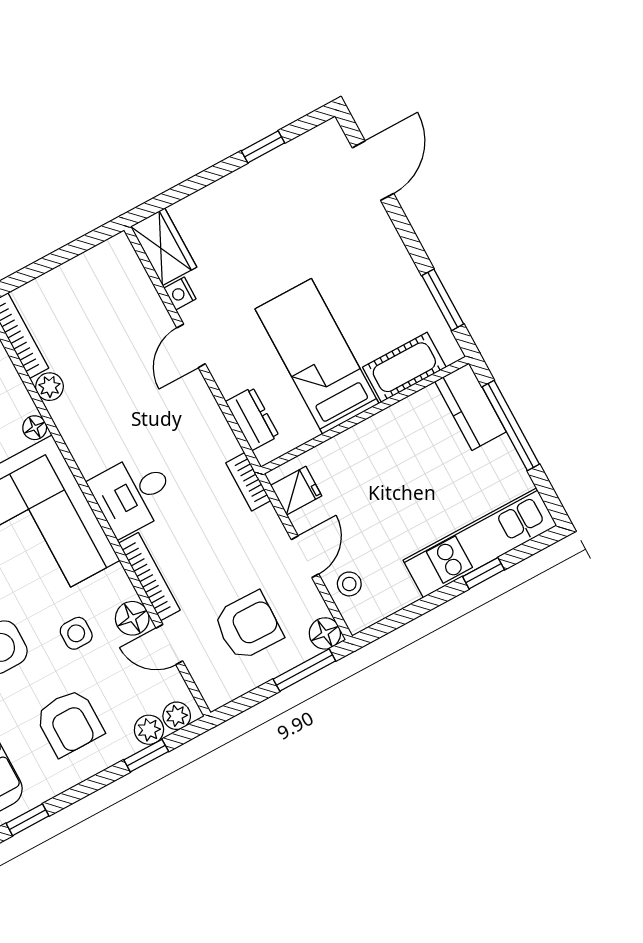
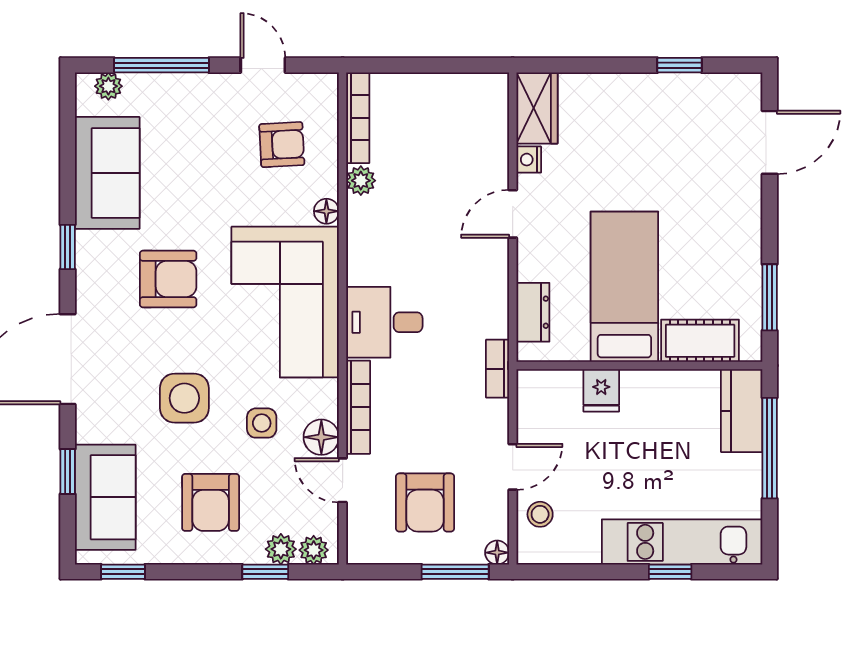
fridge: (296, 491) -> (601, 390), moved, turned 90
armchair: (248, 626) -> (425, 503), turned 89
floor lamp: (325, 633) -> (497, 553), width x0.73, depth x0.73

